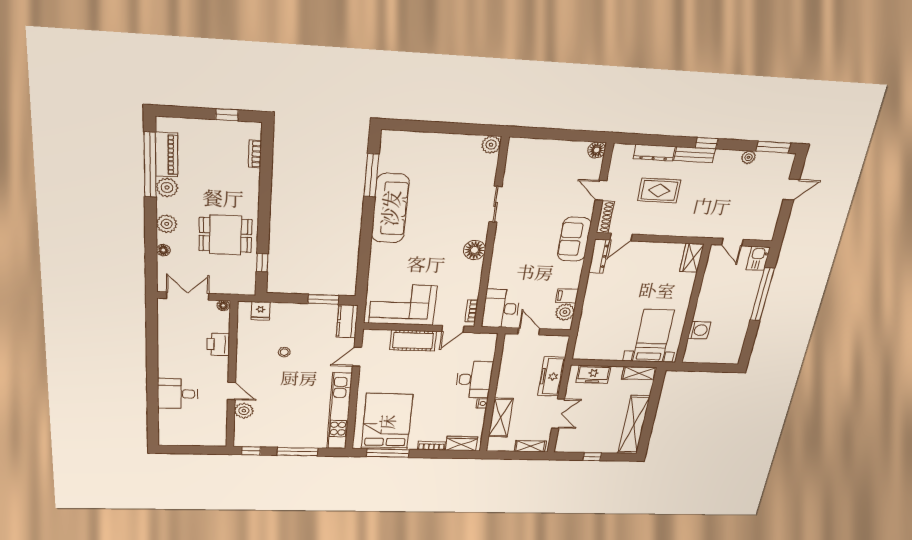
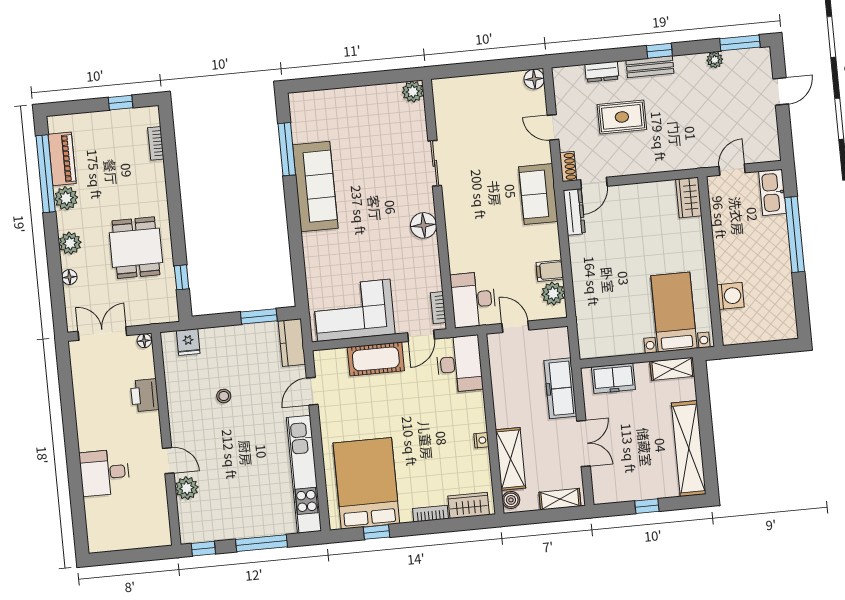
dresser: (654, 153) -> (602, 72), width x0.70
shoe rack: (605, 217) -> (568, 166), width x0.70
dining table: (225, 235) -> (136, 248), turned 90
door: (732, 242) -> (732, 170), swing flipped
kitchen sink: (758, 258) -> (772, 192), width x1.38
desk: (474, 379) -> (459, 364), moved
boiler: (494, 443) -> (511, 500), added
window: (388, 453) -> (377, 532), width x0.46

